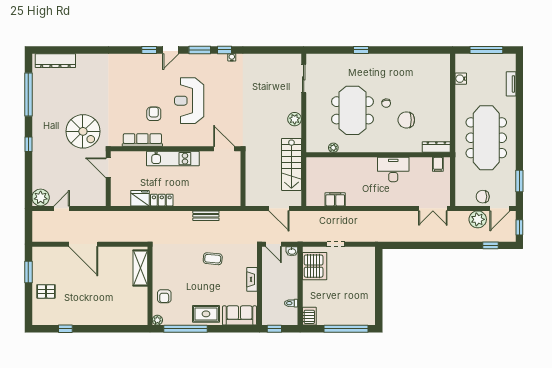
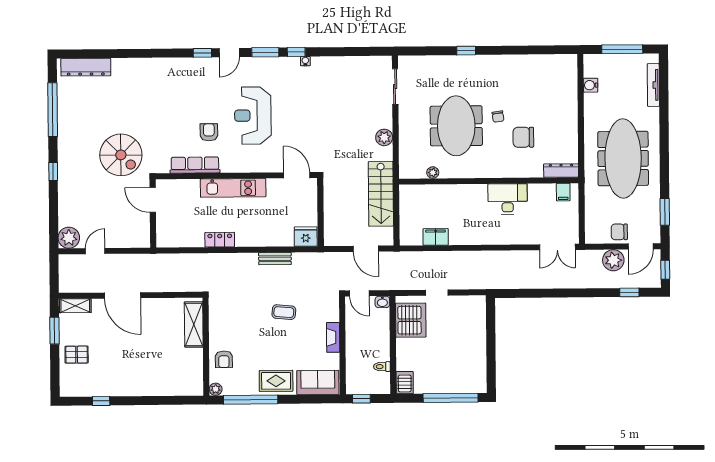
tv unit: (511, 84) -> (653, 85), width x1.41
fridge: (140, 198) -> (306, 237), moved
shelving: (45, 252) -> (75, 306), added

